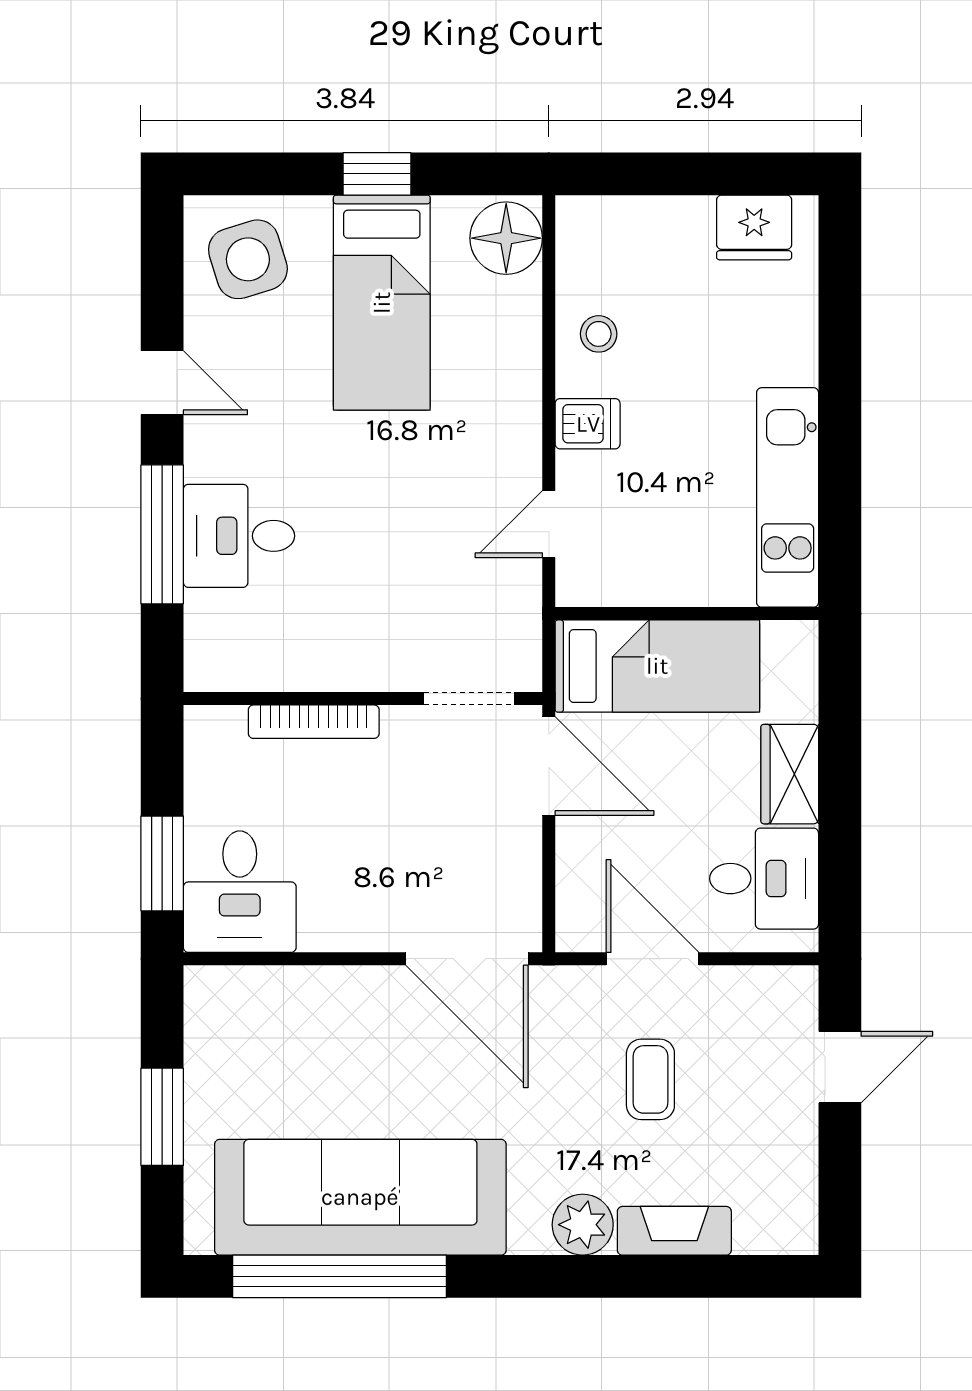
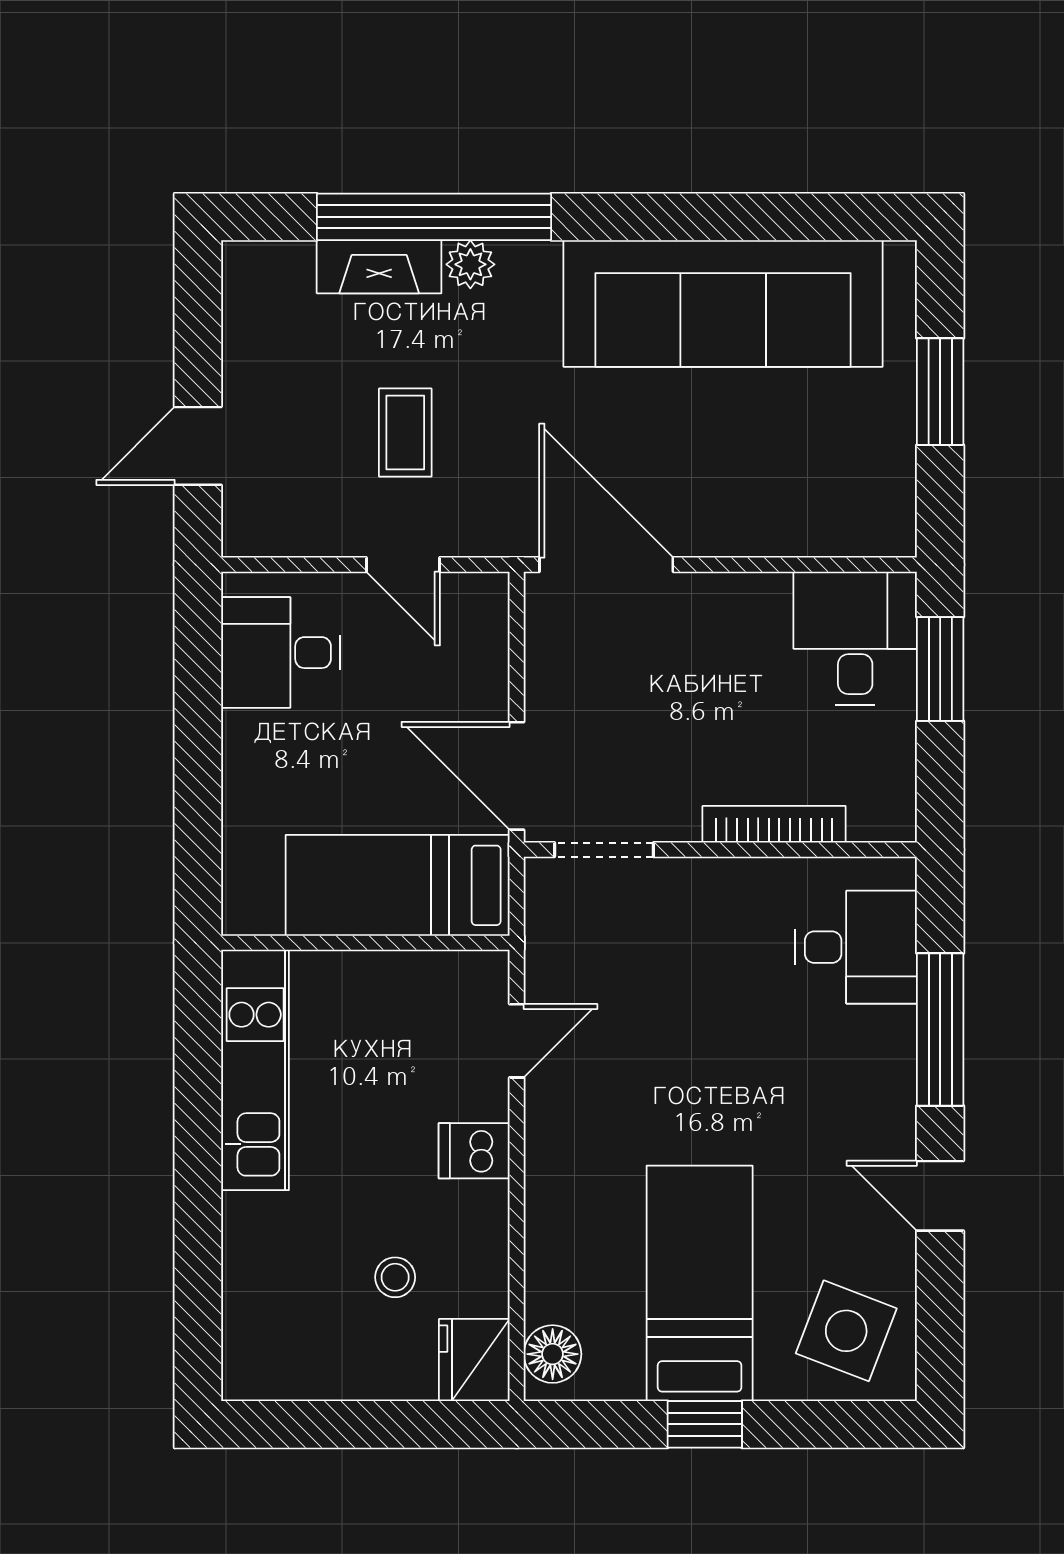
fridge: (754, 227) -> (474, 1360), moved, turned -90
floor lamp: (506, 238) -> (553, 1354), width x0.73, depth x0.73
side table: (248, 259) -> (846, 1331), turned 38
stool: (599, 334) -> (395, 1277), moved
desk: (239, 536) -> (856, 947), moved
wardrobe: (790, 774) -> (253, 767), removed
door: (653, 959) -> (403, 565), width x0.73
plant: (583, 1225) -> (470, 264), width x0.73, depth x0.73
window: (340, 1276) -> (434, 217), moved

